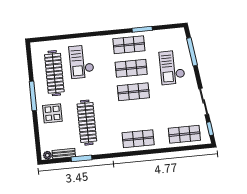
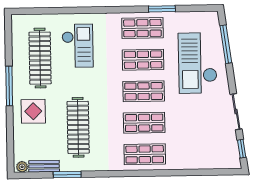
checkout: (81, 62) -> (78, 46), turned 180
checkout: (172, 67) -> (198, 63), width x1.36, depth x1.21
shop shelf: (184, 134) -> (144, 123), moved

